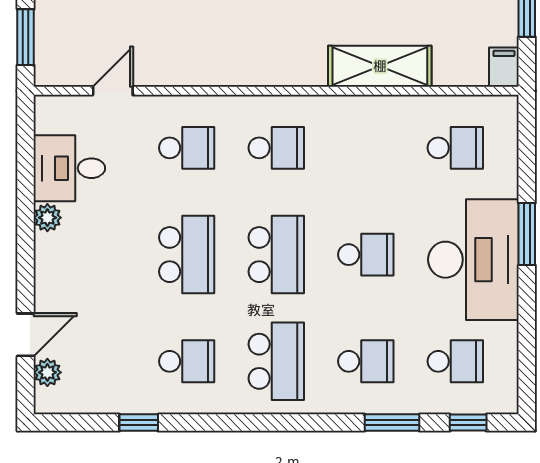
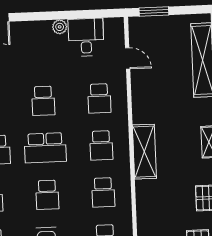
shelving: (380, 66) -> (144, 152), moved
school desk: (366, 148) -> (103, 192), added
school desk: (187, 255) -> (43, 101), width x0.54

